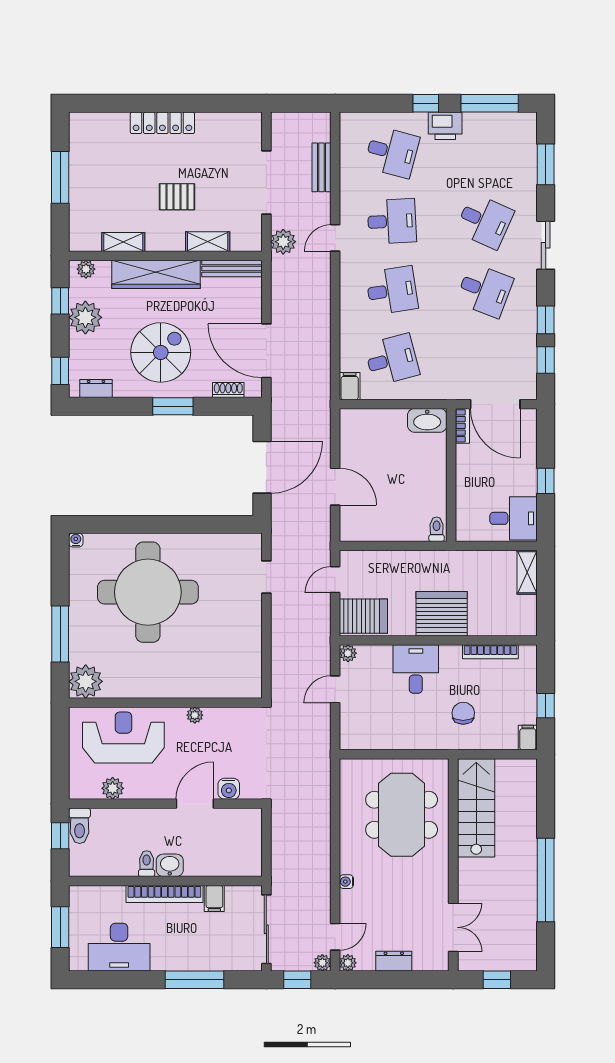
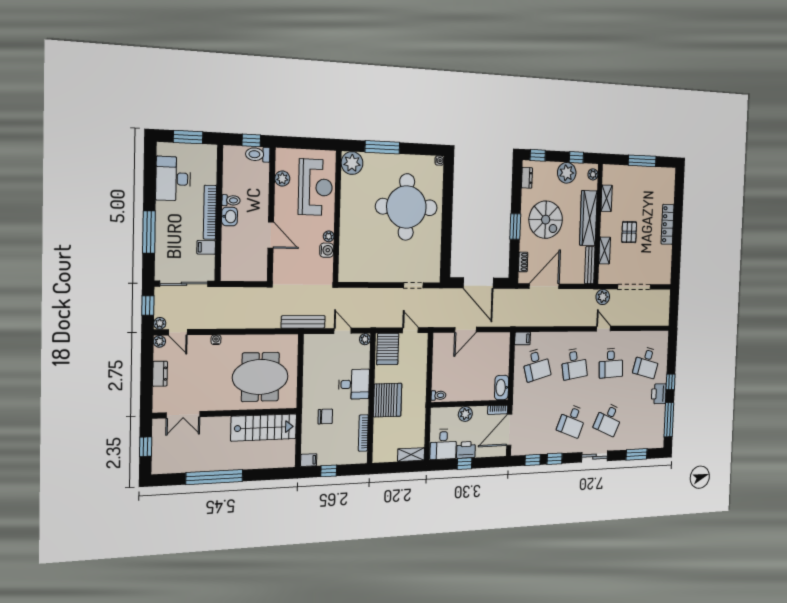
bench: (321, 167) -> (303, 322), moved, width x1.36
printer: (524, 479) -> (466, 450), added
plant: (467, 482) -> (465, 414), added
water cooler: (229, 789) -> (327, 250), moved, turned 180

